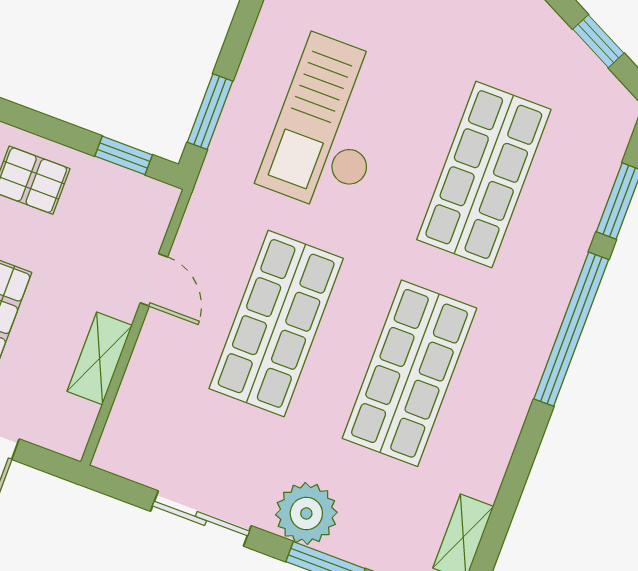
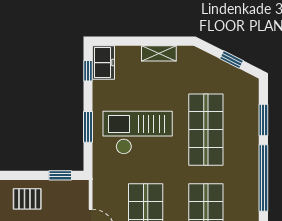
window: (210, 112) -> (88, 127), moved
checkout: (330, 125) -> (138, 133), turned 90

